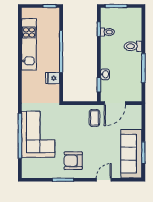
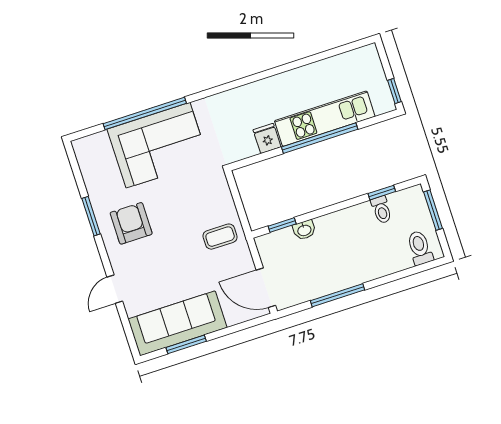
kitchen unit: (29, 44) -> (325, 119), moved, turned 180
toilet: (133, 46) -> (420, 248), moved
door: (115, 103) -> (266, 288), moved
door: (104, 180) -> (115, 289), swing flipped

